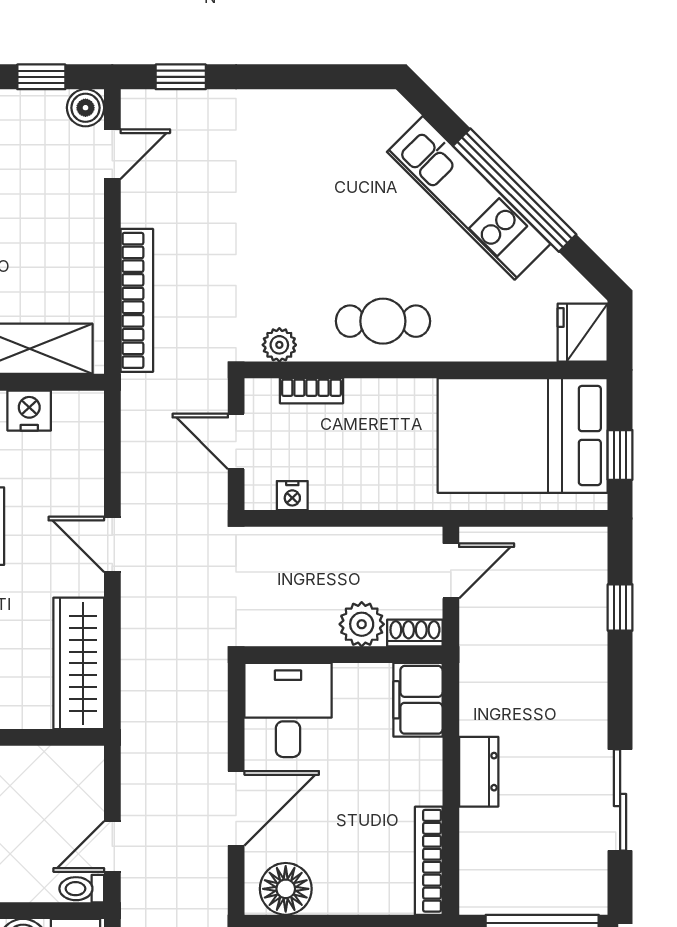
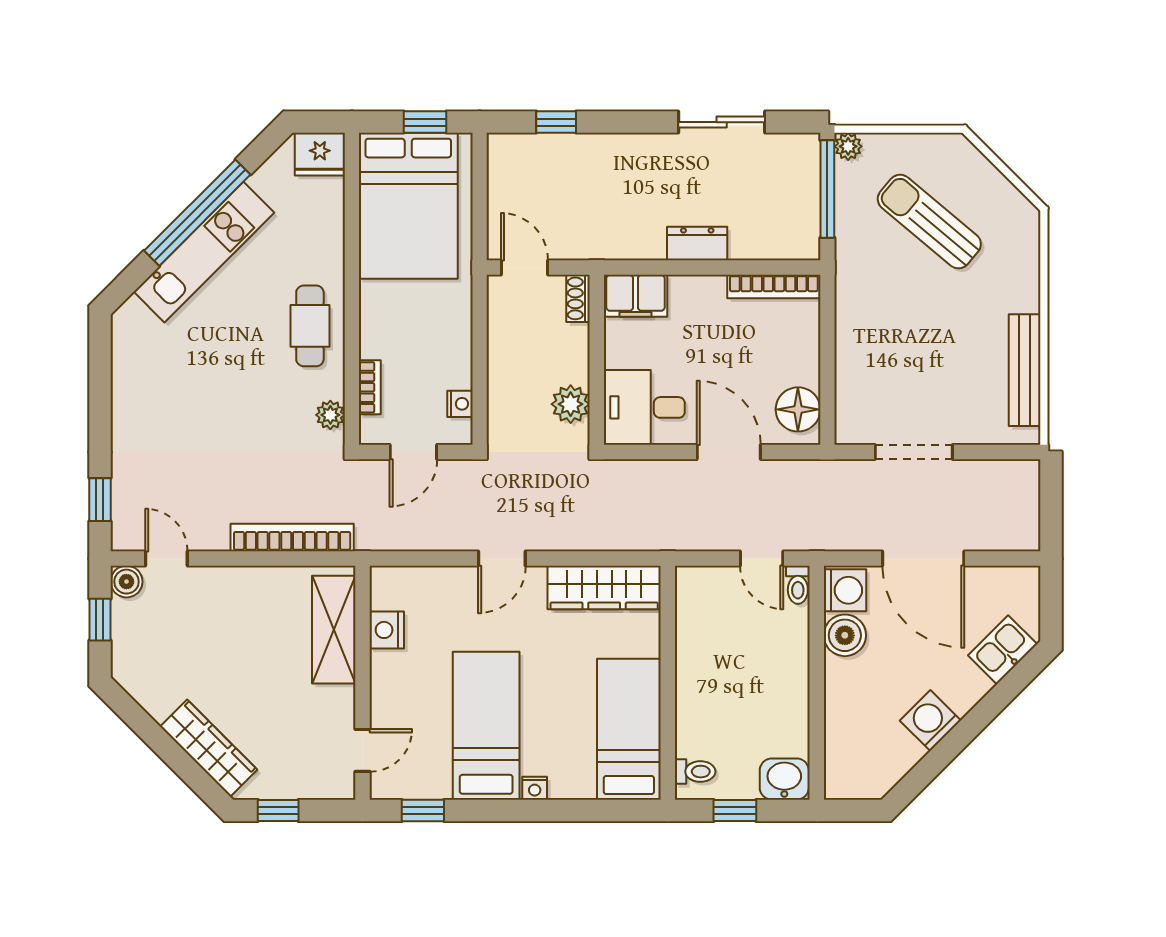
plant: (362, 624) -> (571, 404), moved

